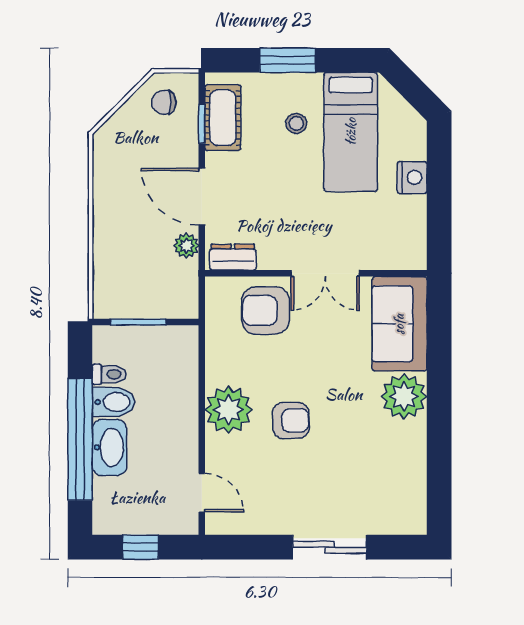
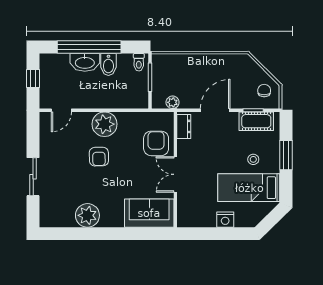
plant: (186, 246) -> (173, 102), moved
toilet: (109, 374) -> (139, 62), moved
plant: (404, 396) -> (87, 215), moved

